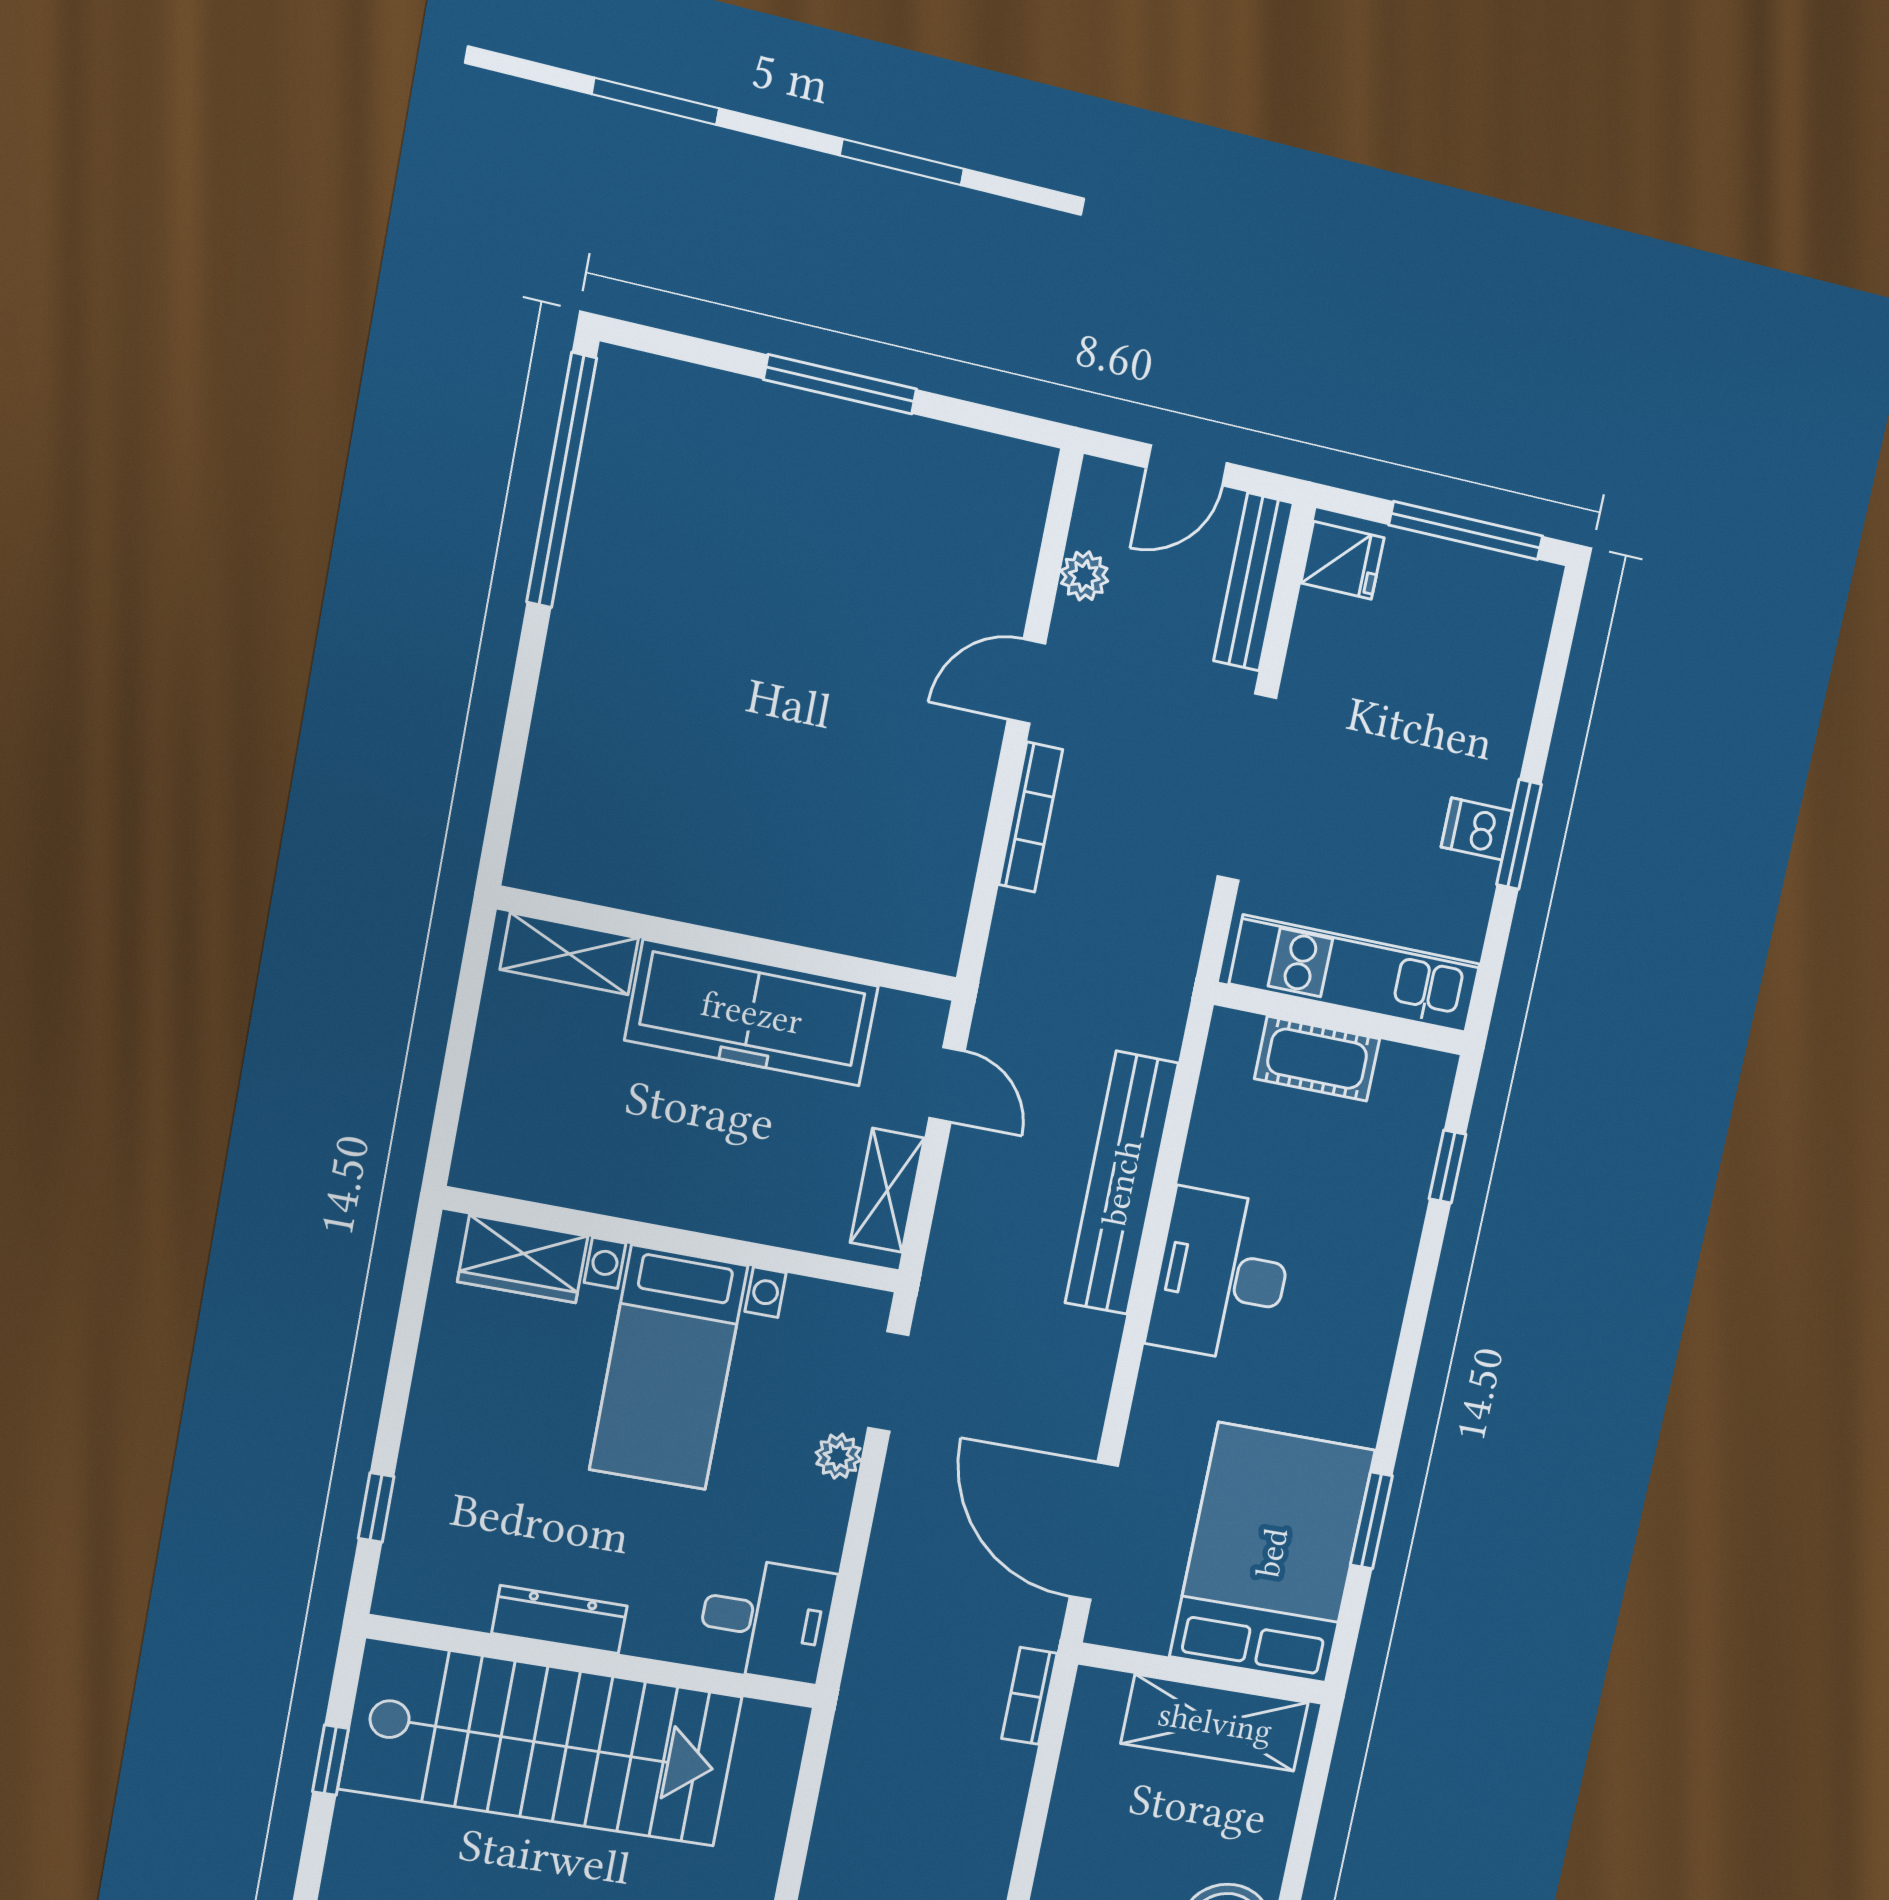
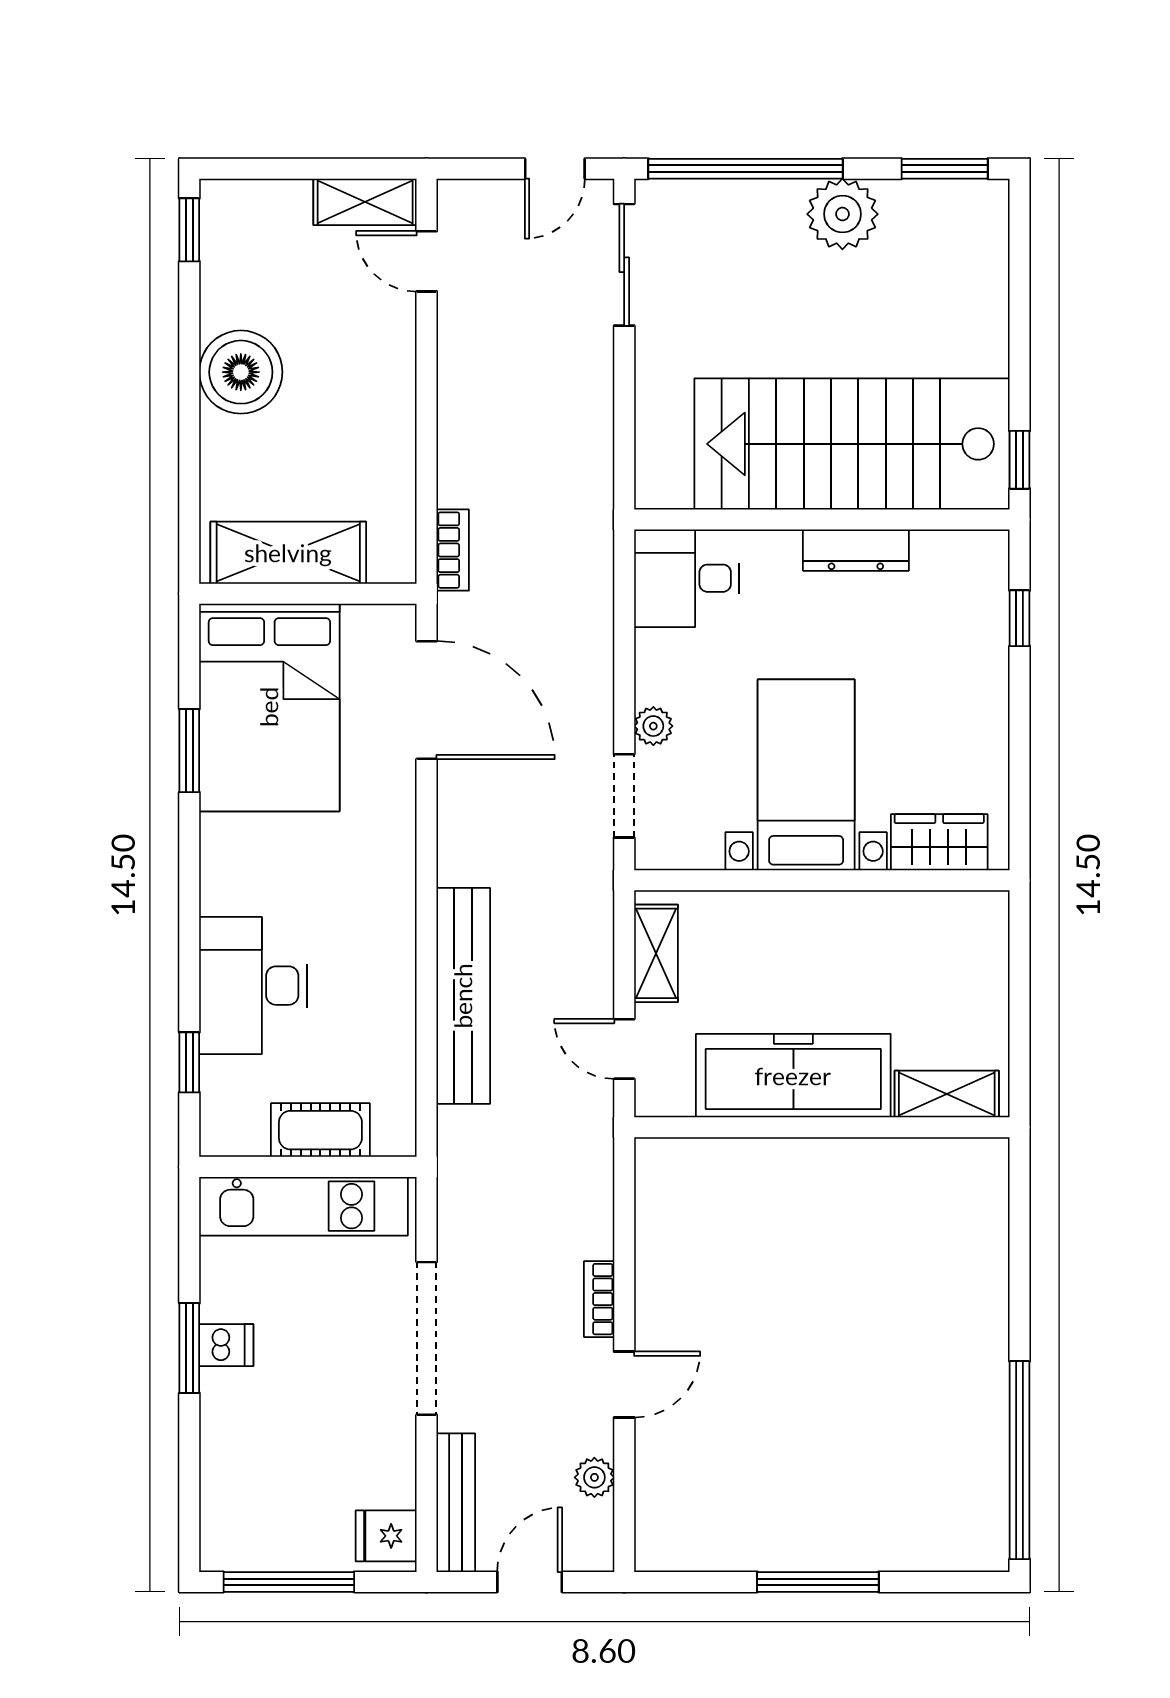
bookcase: (1031, 817) -> (599, 1299), width x0.64
desk: (1222, 1276) -> (253, 986), moved, turned 180
window: (330, 1760) -> (1020, 460), moved

